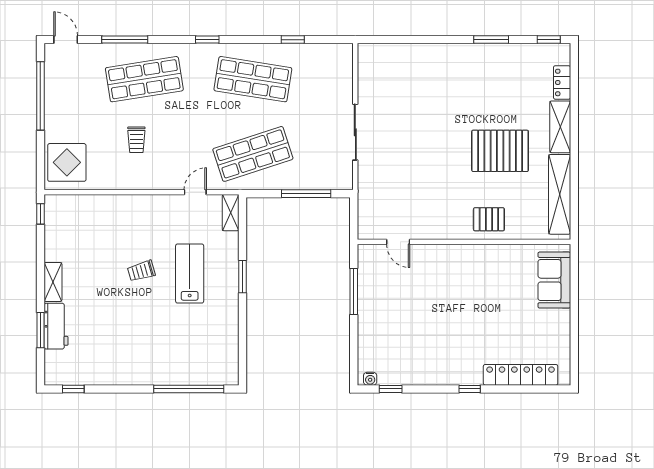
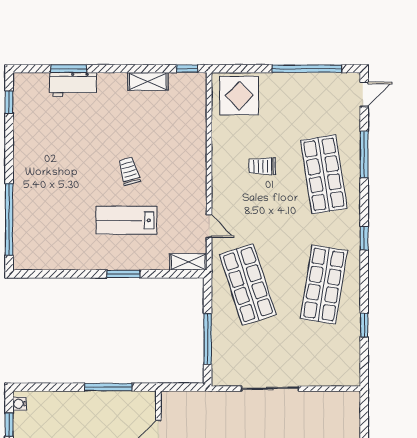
lab bench: (190, 274) -> (126, 220), turned 180
shelving: (53, 282) -> (148, 81), moved

